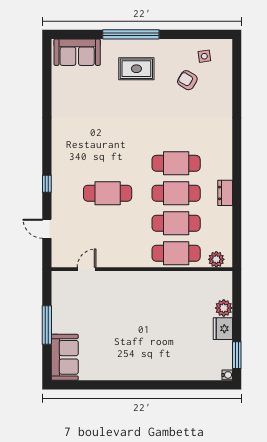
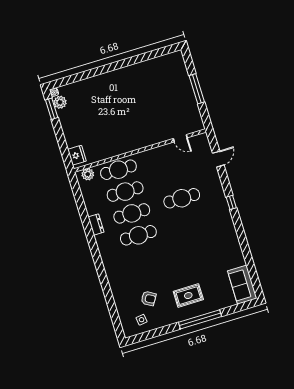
sofa: (77, 52) -> (242, 285), moved, turned -90
window: (47, 184) -> (231, 202), moved
door: (47, 229) -> (218, 159), hinge flipped
door: (87, 269) -> (180, 138), hinge flipped
plant: (224, 308) -> (60, 102), moved
fridge: (223, 329) -> (77, 155), moved
sofa: (65, 357) -> (177, 69), removed

